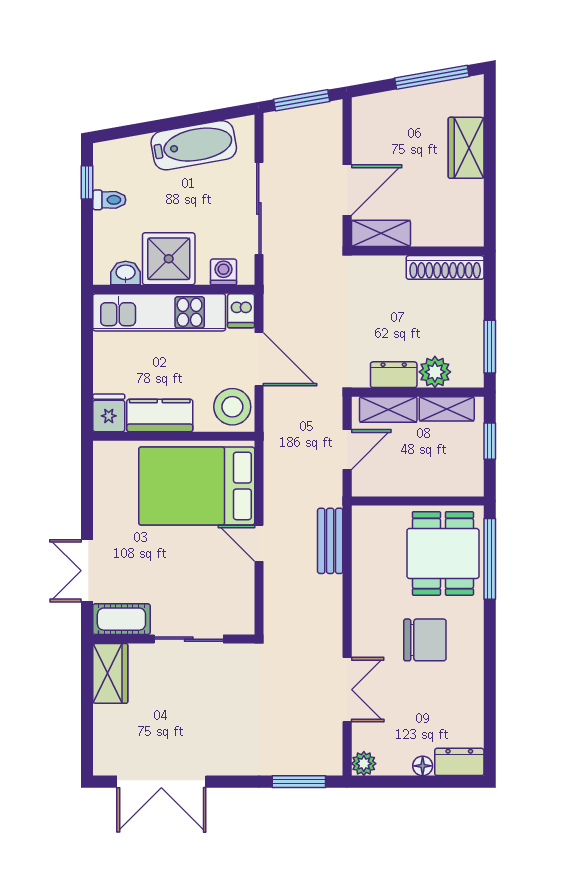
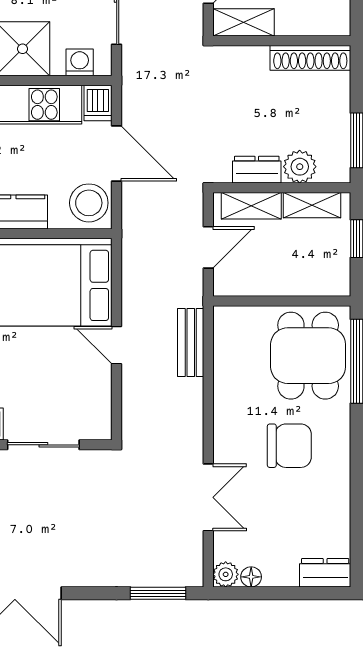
floor lamp: (423, 766) -> (251, 577), moved

